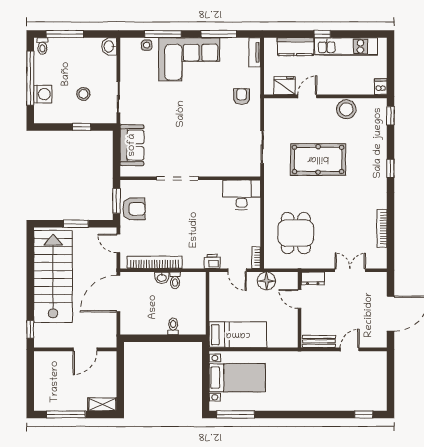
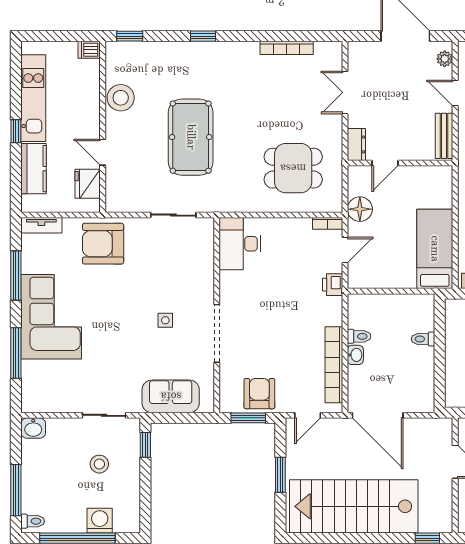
side table: (147, 45) -> (165, 320), moved
armchair: (242, 97) -> (103, 244), width x1.88, depth x1.88
window: (82, 127) -> (145, 445), moved
plant: (374, 342) -> (445, 59), added

